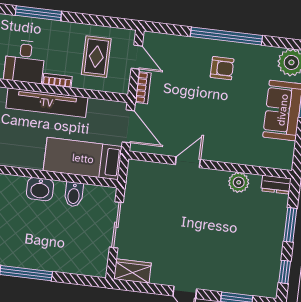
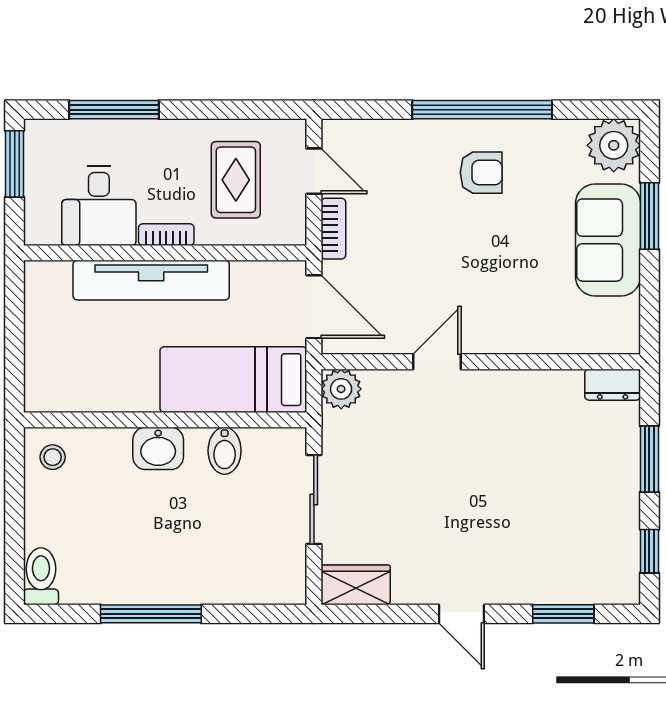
plant: (239, 182) -> (341, 389), moved

